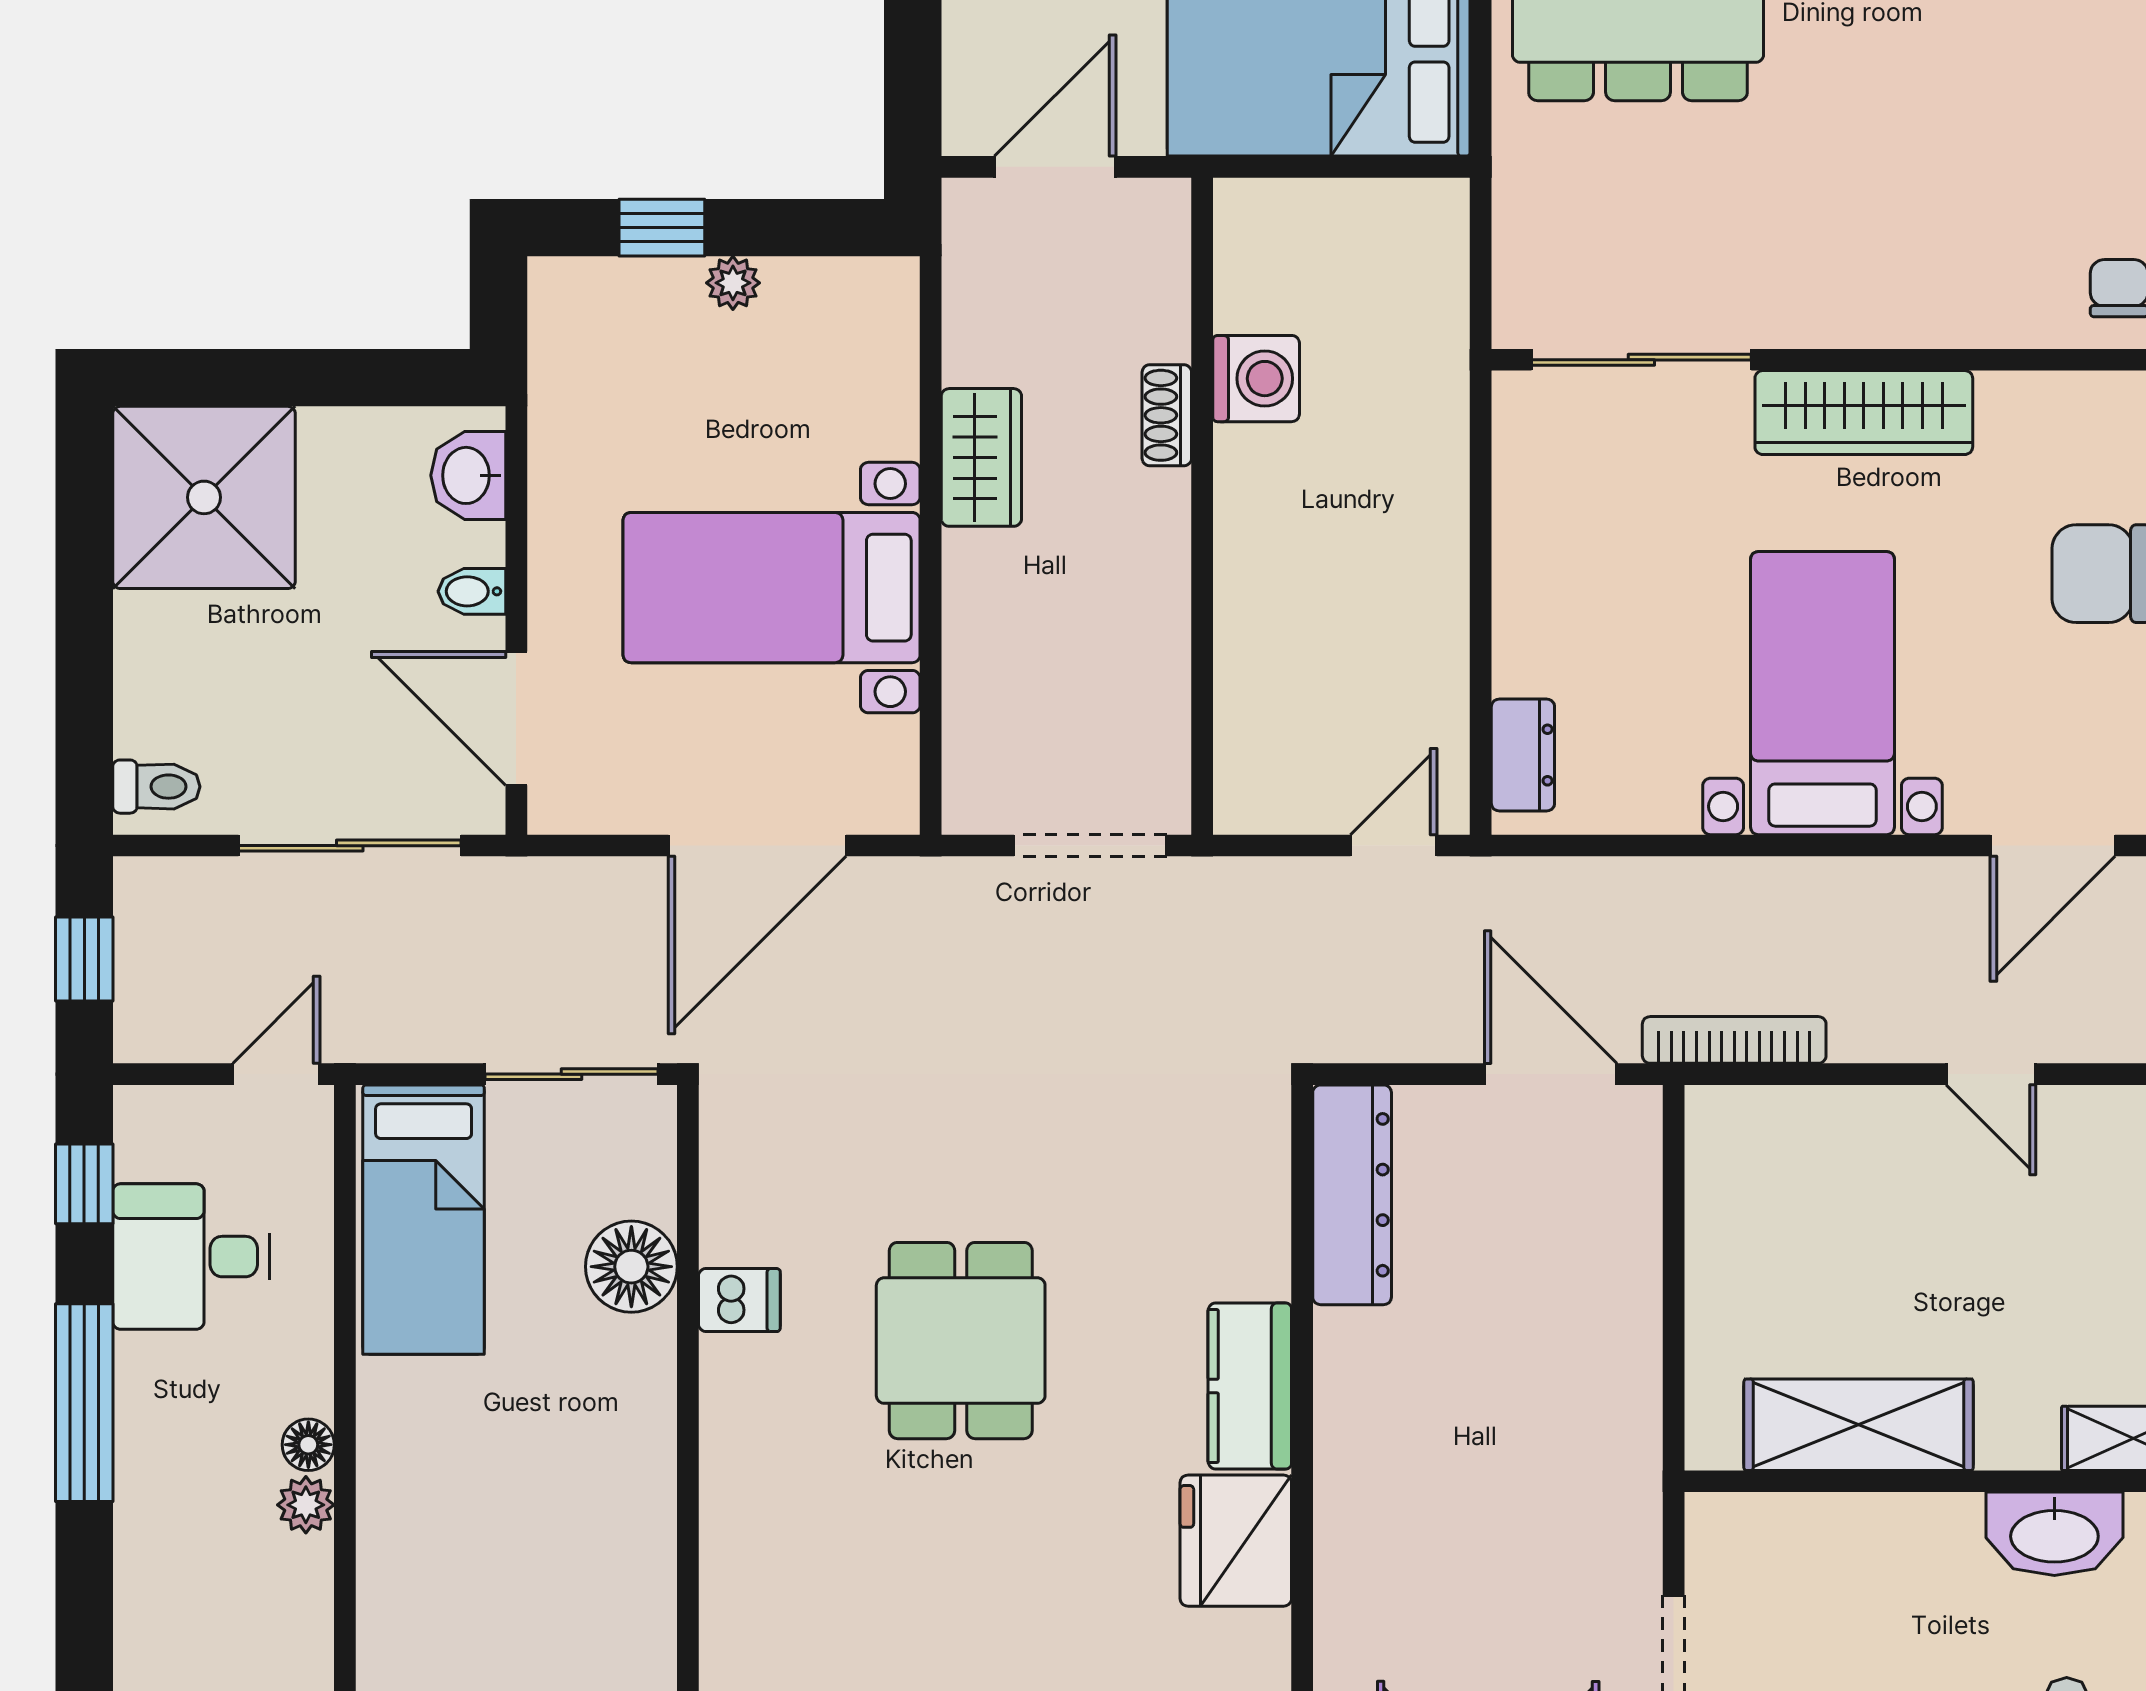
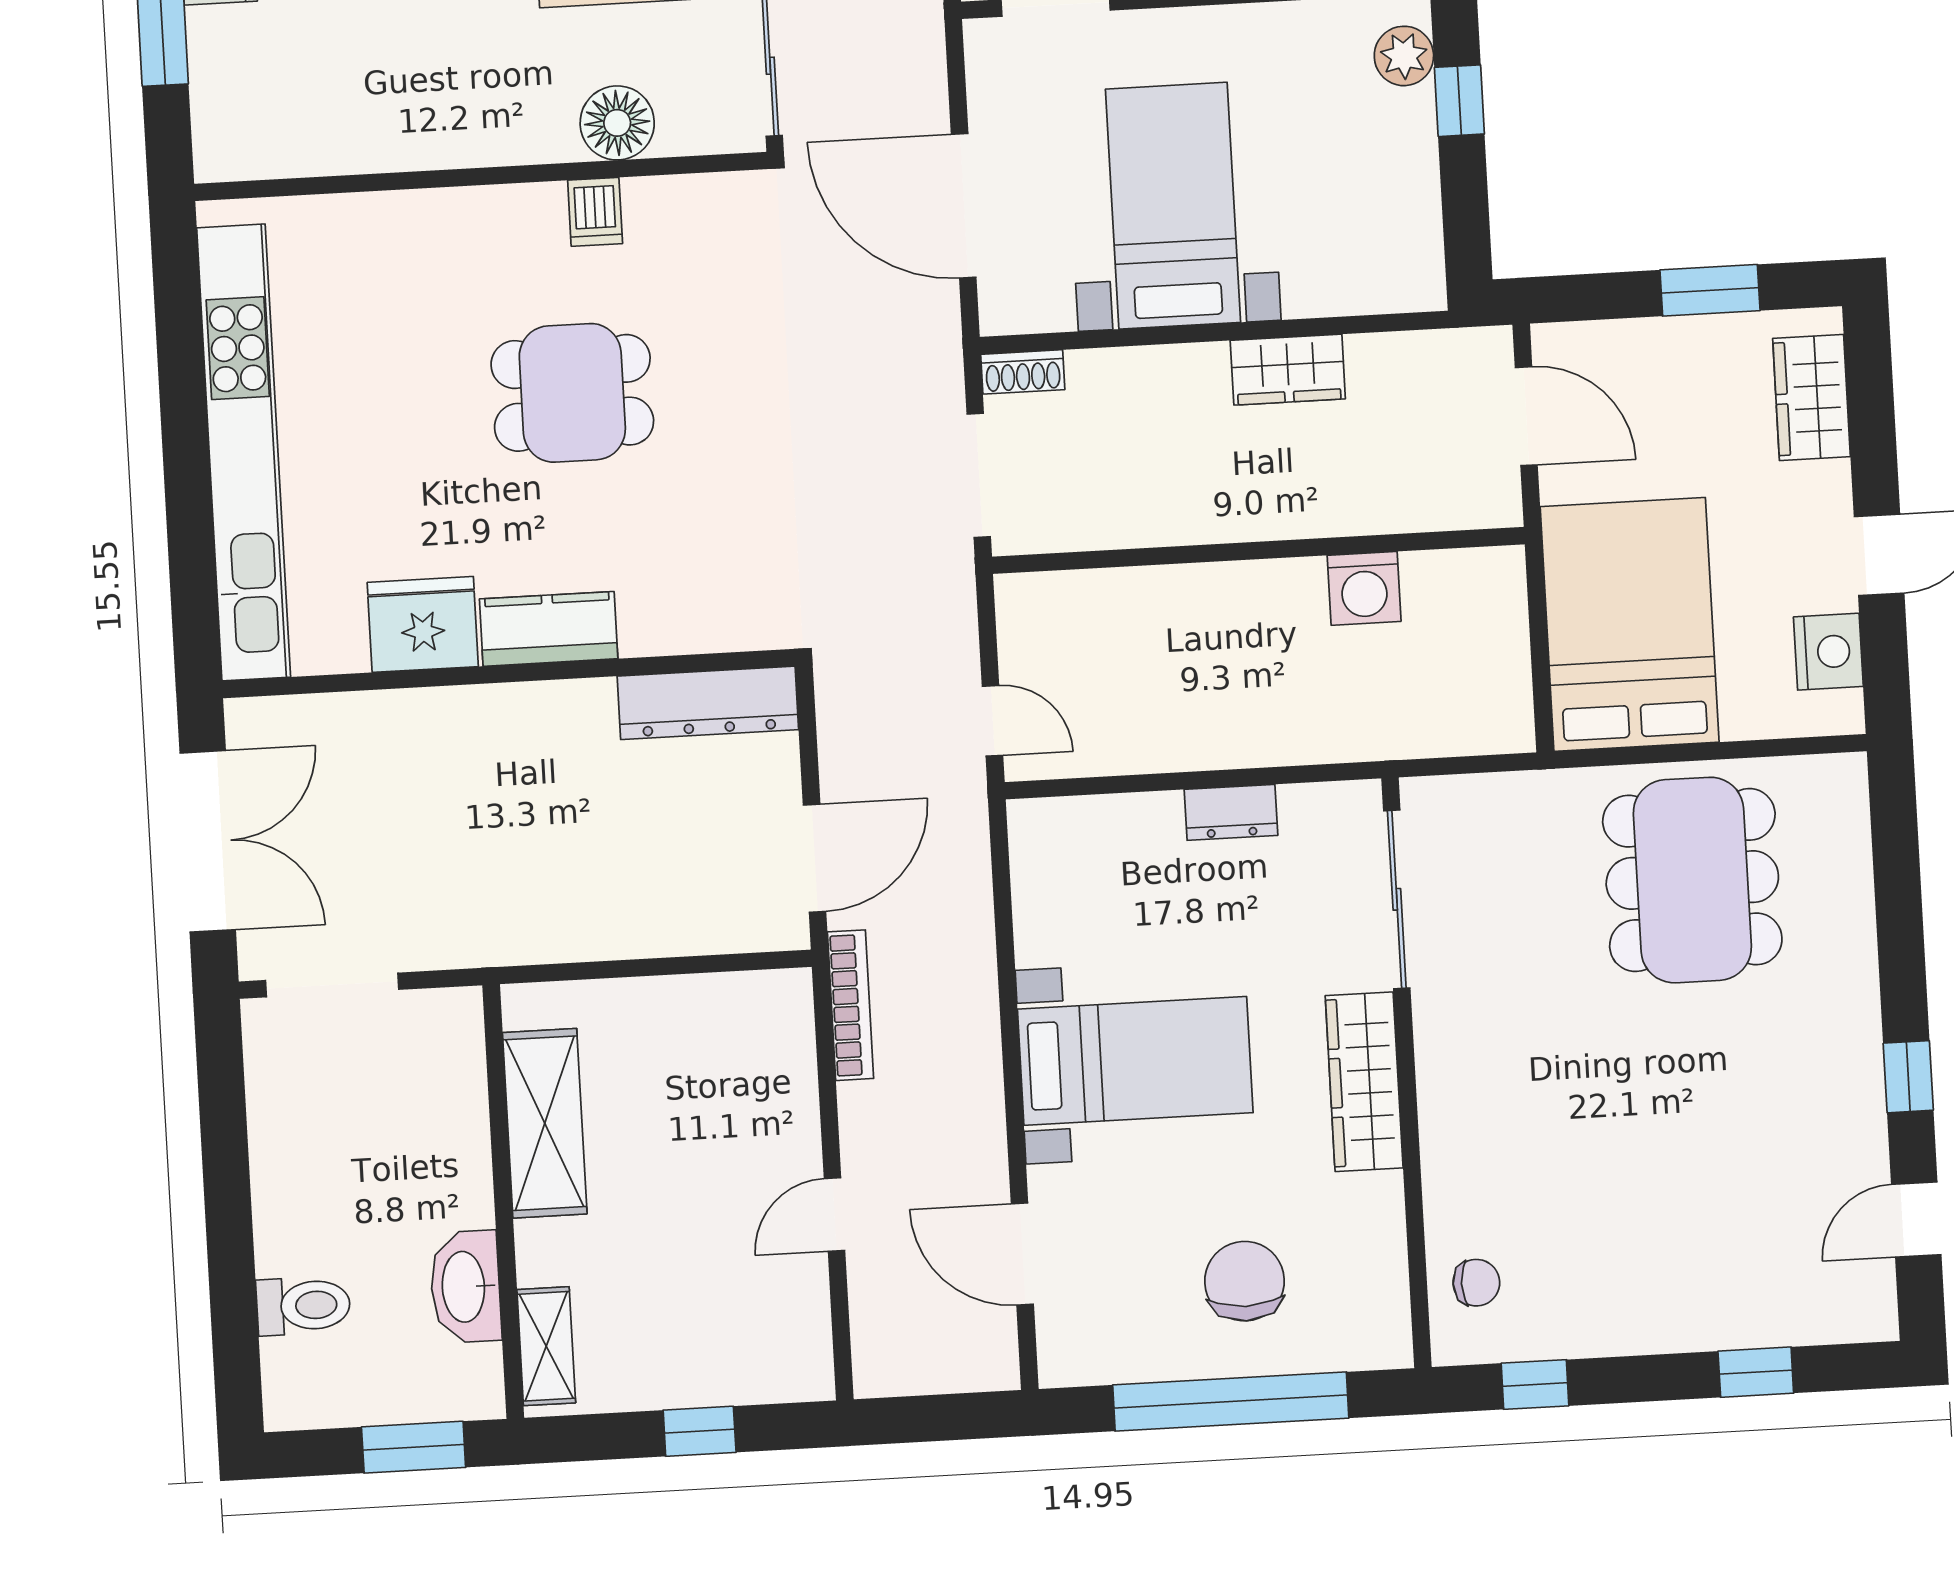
plant: (733, 283) -> (1404, 56), moved, width x1.38, depth x1.38
shoe rack: (1167, 415) -> (1023, 372), moved, turned 180
dresser: (1523, 755) -> (1231, 812), moved

